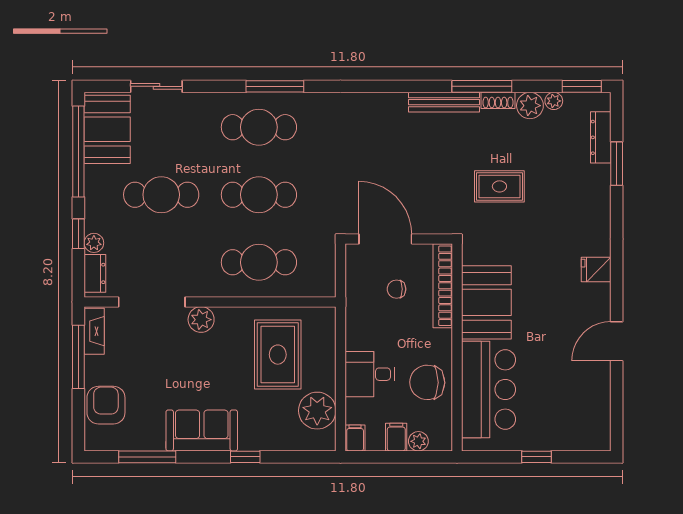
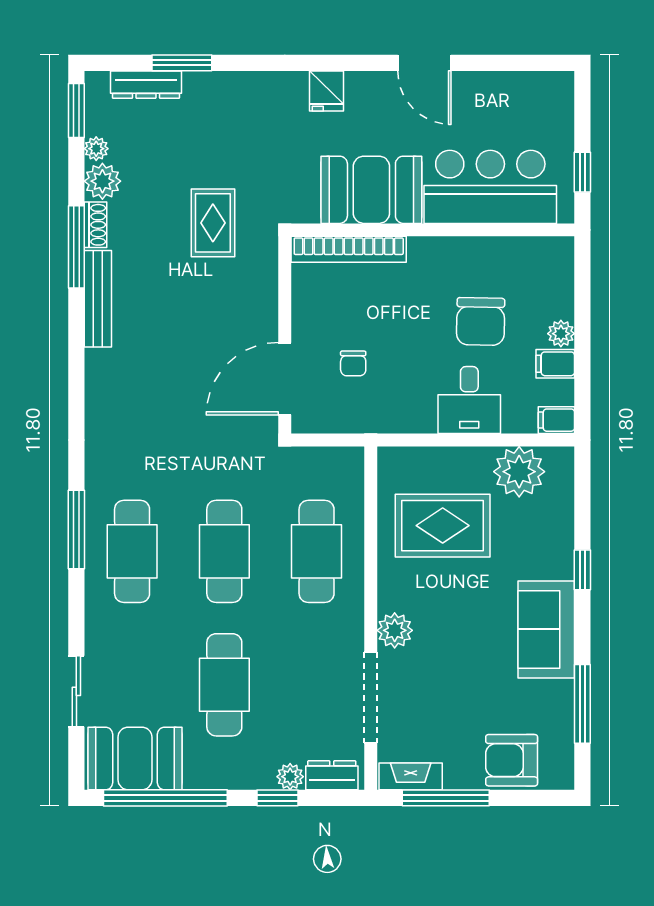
bookcase: (443, 286) -> (349, 249), moved
booth: (486, 302) -> (371, 190), moved
wall: (457, 347) -> (433, 230), moved
bar counter: (489, 389) -> (490, 187), moved

